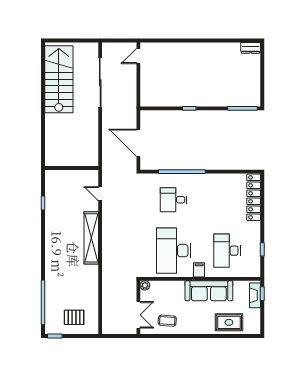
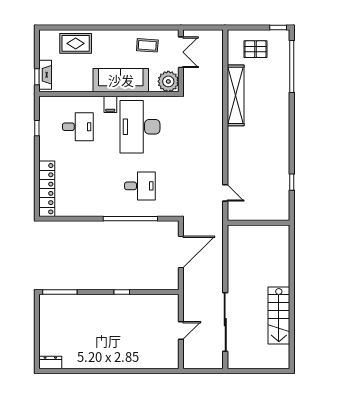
door: (138, 56) -> (181, 331), moved
stairs: (59, 79) -> (279, 316), width x0.73, depth x0.66
door: (138, 143) -> (181, 252), hinge flipped
shelving: (91, 238) -> (236, 95), moved
desk: (174, 251) -> (140, 127), turned 180
desk: (227, 251) -> (78, 127), width x0.73
plant: (145, 285) -> (168, 81), width x1.88, depth x1.88
sofa: (209, 291) -> (121, 80), moved
double door: (138, 315) -> (181, 52), swing flipped

